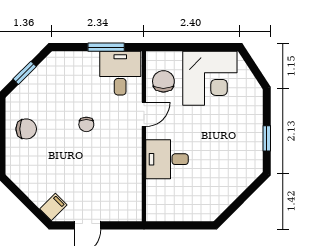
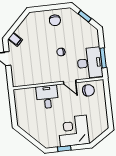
desk: (120, 73) -> (90, 63), width x1.37
corner desk: (210, 78) -> (73, 131), moved, turned 90

